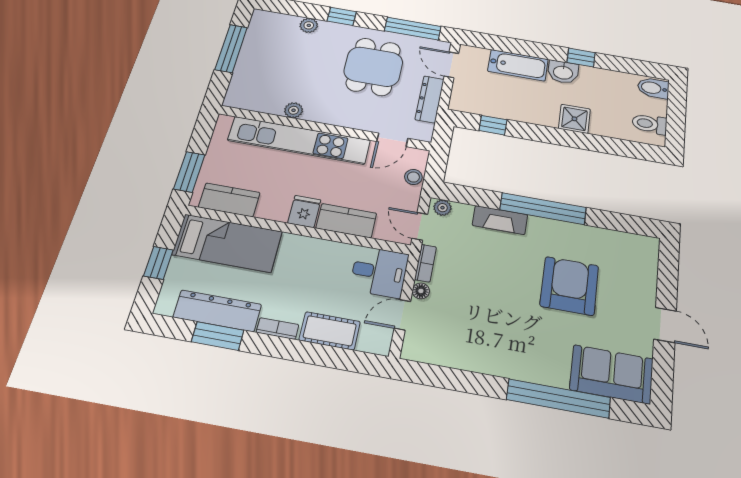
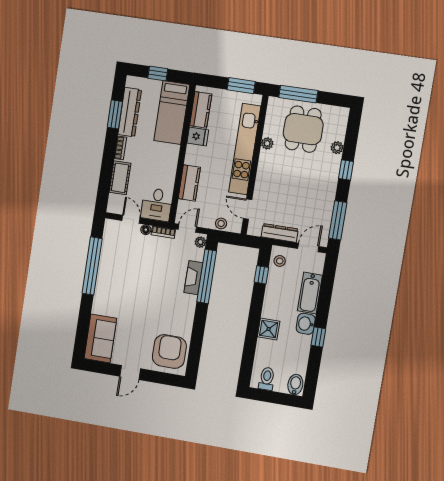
window: (231, 48) -> (298, 94), moved
dining table: (373, 67) -> (303, 129), moved, turned 90
stool: (472, 101) -> (280, 261), added
window: (189, 172) -> (241, 86), moved
window: (543, 209) -> (207, 276), moved
fridge: (304, 211) -> (198, 136), moved
armchair: (569, 286) -> (169, 352), moved, turned -90
window: (558, 398) -> (92, 266), moved

